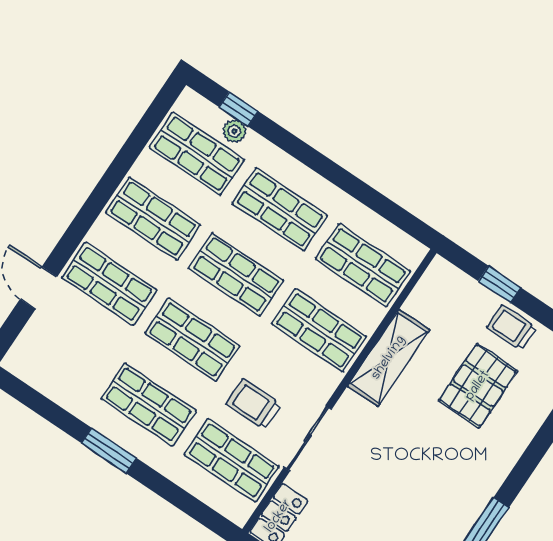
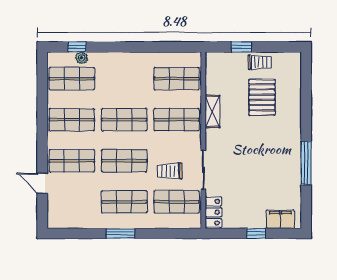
shop shelf: (280, 209) -> (124, 79), removed
trolley: (512, 327) -> (259, 62), turned 180
shelving: (389, 358) -> (212, 111), width x0.67, depth x0.75

